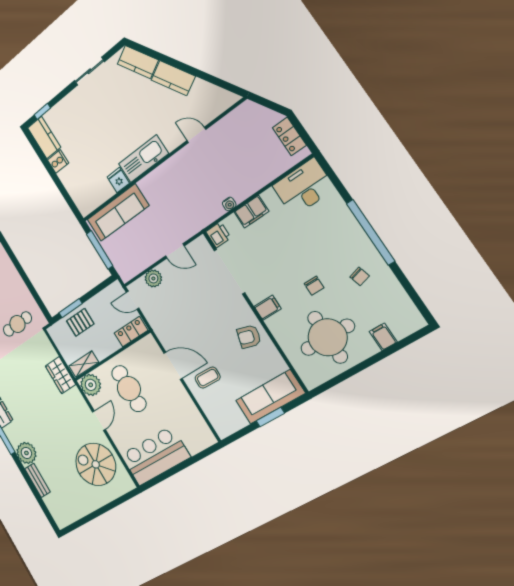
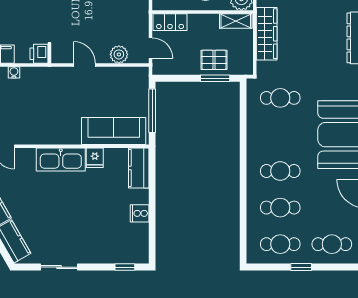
kitchen counter: (44, 137) -> (139, 168), moved
wardrobe: (60, 375) -> (267, 34), width x1.50

